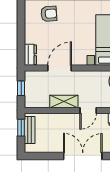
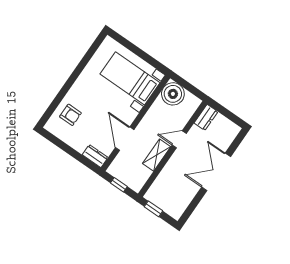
armchair: (49, 14) -> (70, 115), turned 94
door: (88, 110) -> (179, 139), swing flipped
bench: (30, 130) -> (161, 203), removed

